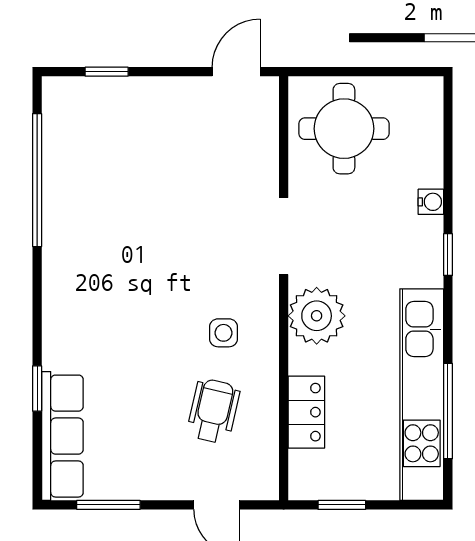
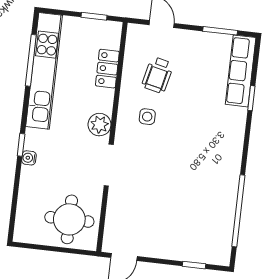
water cooler: (431, 202) -> (29, 158), moved
plant: (317, 316) -> (99, 125), width x0.73, depth x0.73

